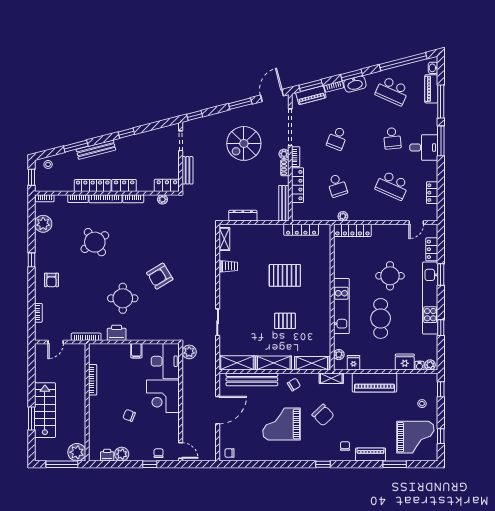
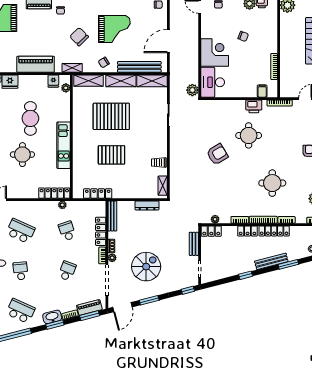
round table: (95, 242) -> (272, 183), turned 34
kitchen unit: (341, 306) -> (64, 145), moved
pallet: (285, 321) -> (111, 116), width x2.05, depth x2.00
filing cabinet: (136, 351) -> (262, 91), moved

